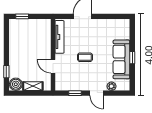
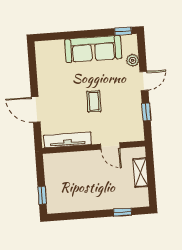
window: (132, 58) -> (123, 31), moved
door: (53, 66) -> (110, 146), hinge flipped
boiler: (16, 84) -> (140, 197), removed

